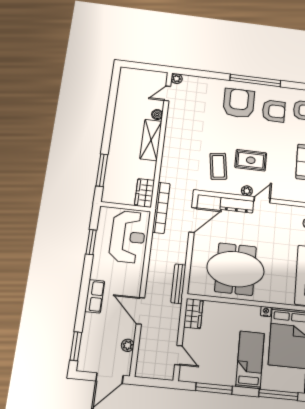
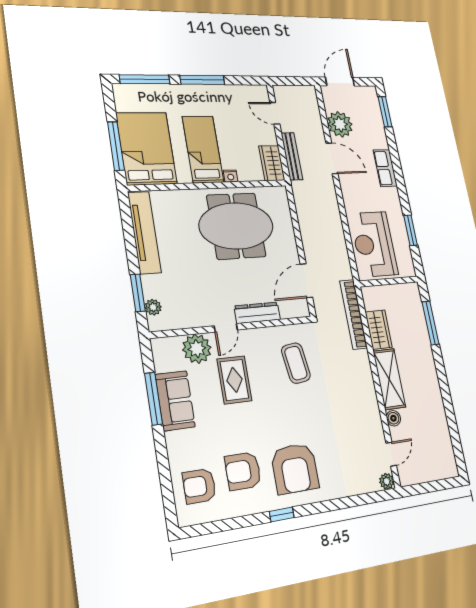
window: (255, 80) -> (282, 514), width x0.32
rug: (251, 160) -> (234, 380), moved, turned 90
plant: (247, 191) -> (197, 349), moved, width x1.88, depth x1.88
wardrobe: (145, 193) -> (379, 330), moved
bookcase: (161, 208) -> (353, 314), moved
bench: (178, 284) -> (292, 156), moved
nightstand: (266, 311) -> (231, 176), moved
plant: (128, 345) -> (340, 124), width x1.88, depth x1.88
bed: (250, 360) -> (203, 149), moved, turned 180
window: (214, 388) -> (202, 80), moved

